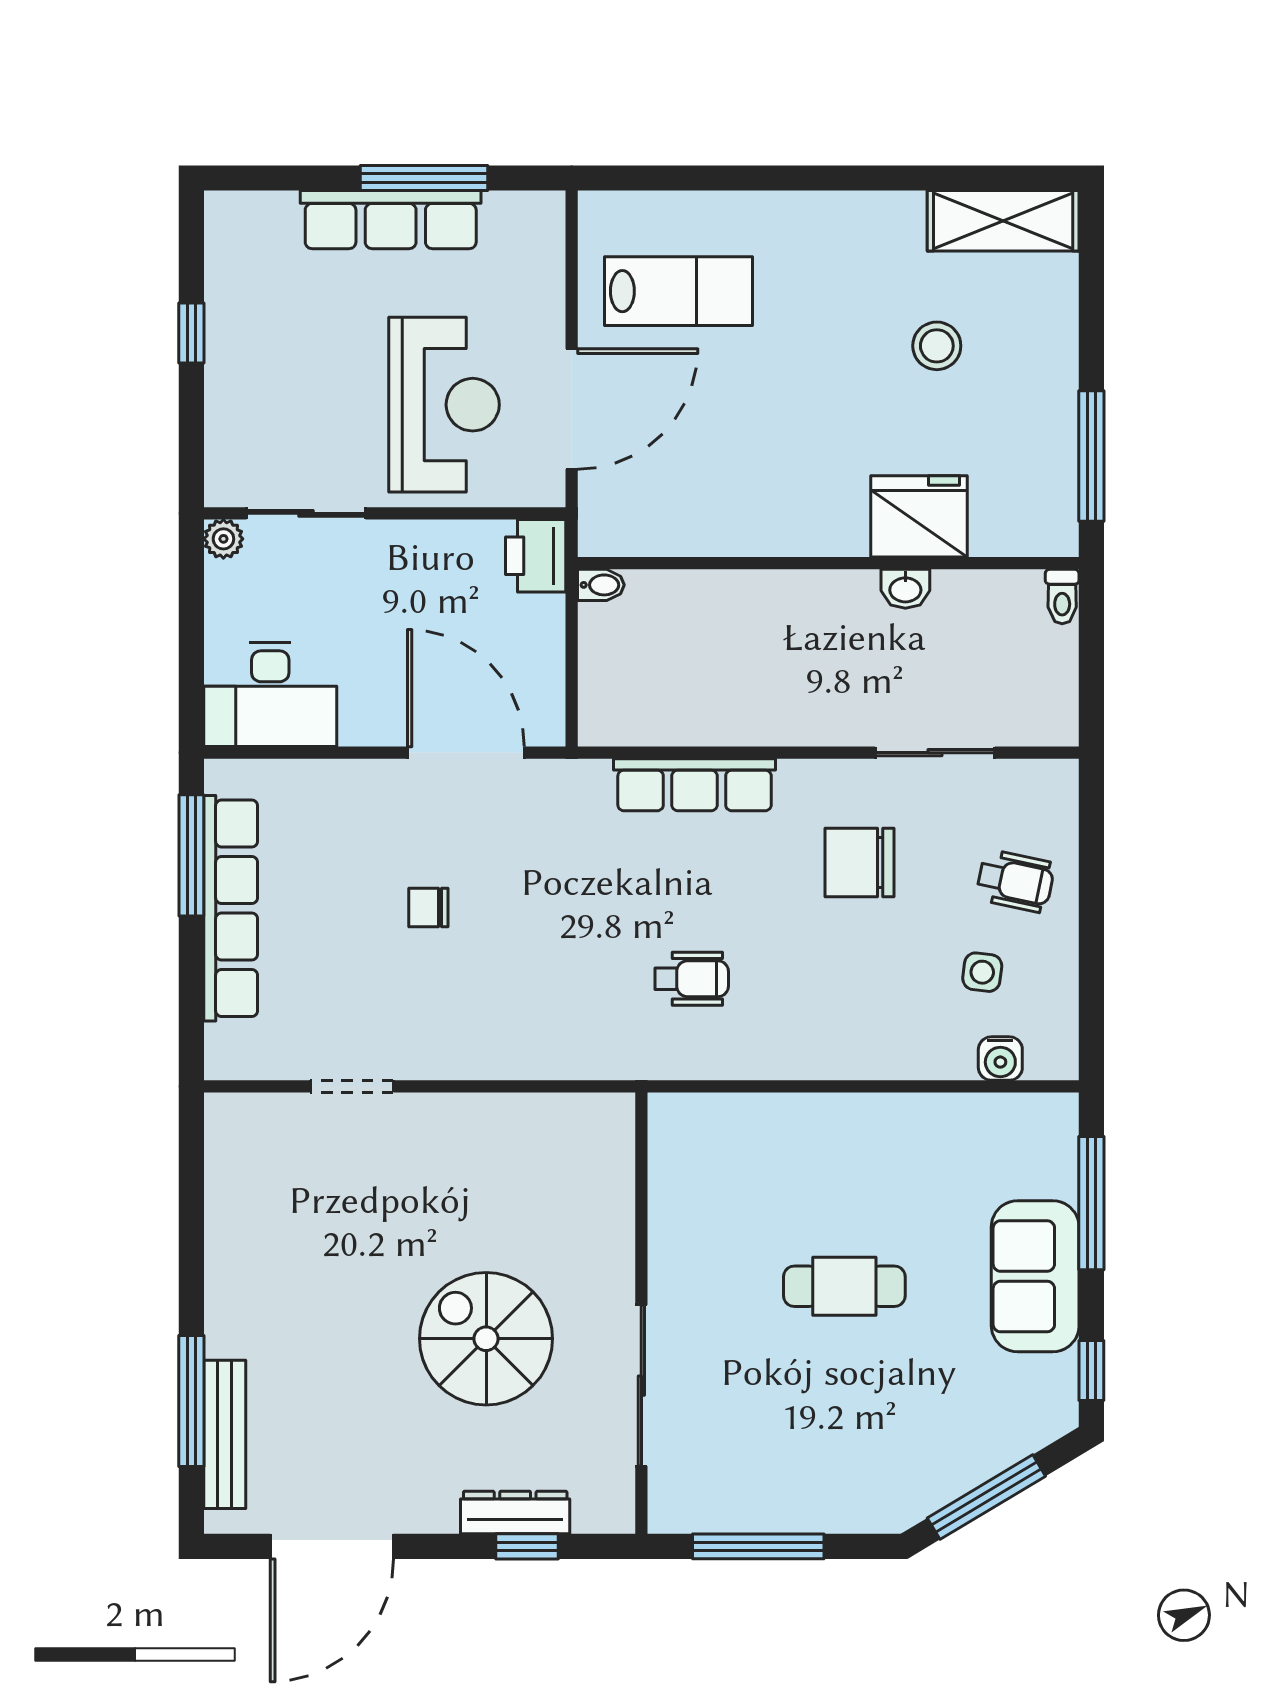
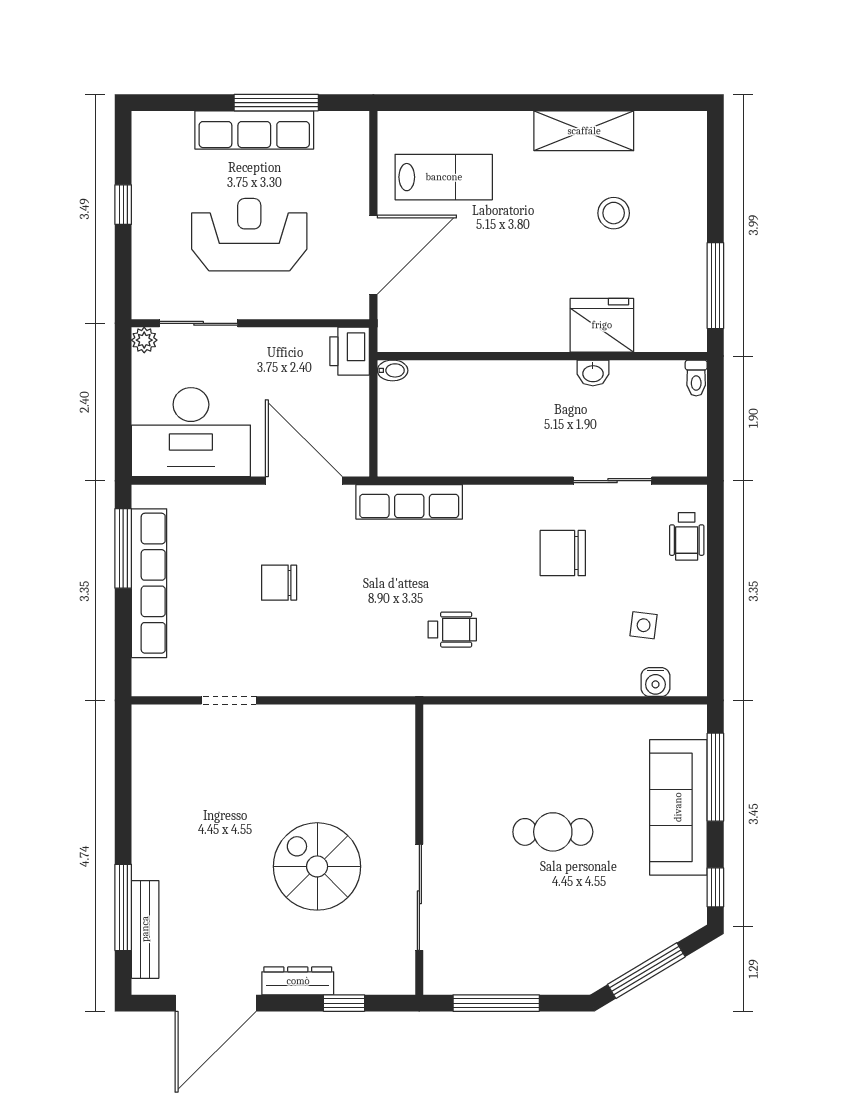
shelving: (1003, 221) -> (584, 131), moved
reception desk: (444, 405) -> (249, 235), moved, turned -90
desk: (270, 694) -> (191, 432), width x1.36, depth x1.30
row of seats: (695, 785) -> (409, 502), moved
wheelchair: (1015, 881) -> (687, 536), moved, turned 78
chair: (428, 907) -> (279, 583), width x1.37, depth x1.37
sofa: (1035, 1276) -> (678, 807), width x1.36
dresser: (515, 1513) -> (298, 981), moved

